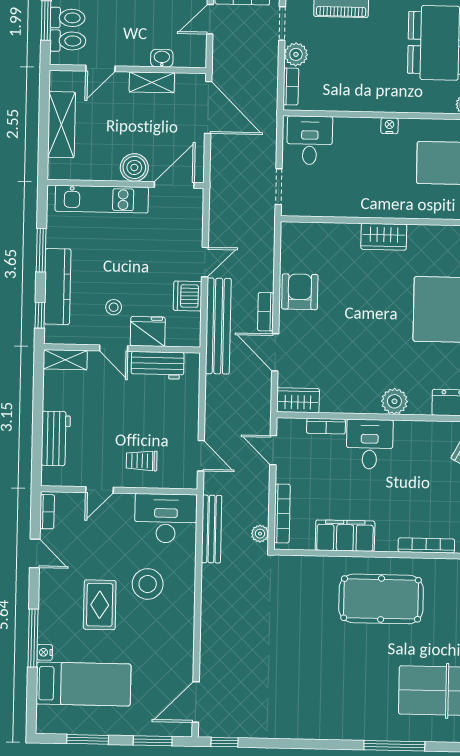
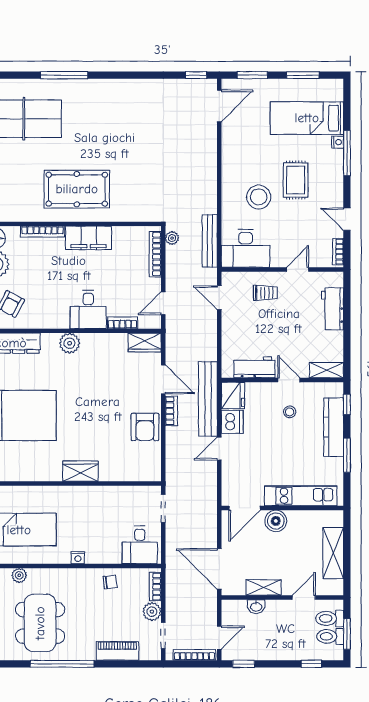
chair: (349, 93) -> (110, 582), added
fridge: (148, 331) -> (233, 395), moved, turned -90
door: (273, 450) -> (163, 303), swing flipped
filing cabinet: (345, 536) -> (89, 238), moved

